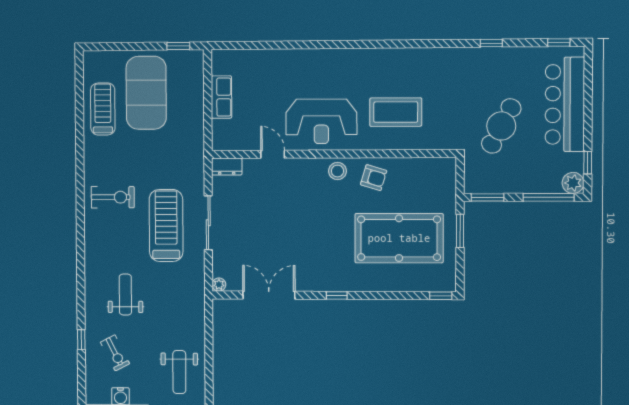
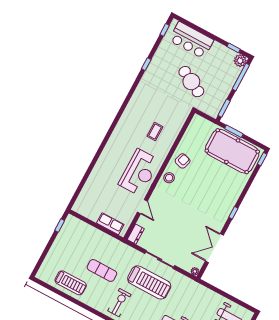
exercise mat: (146, 93) -> (102, 270), moved, width x0.50, depth x0.69
row of seats: (221, 97) -> (110, 224), moved
bar counter: (565, 104) -> (191, 40), width x0.73
treadmill: (103, 109) -> (71, 283), turned 180
coffee table: (396, 112) -> (155, 132), width x0.54, depth x0.58
door: (273, 154) -> (142, 207), swing flipped
treadmill: (166, 225) -> (149, 282), turned 180
pool table: (399, 238) -> (232, 151), moved, turned 90

